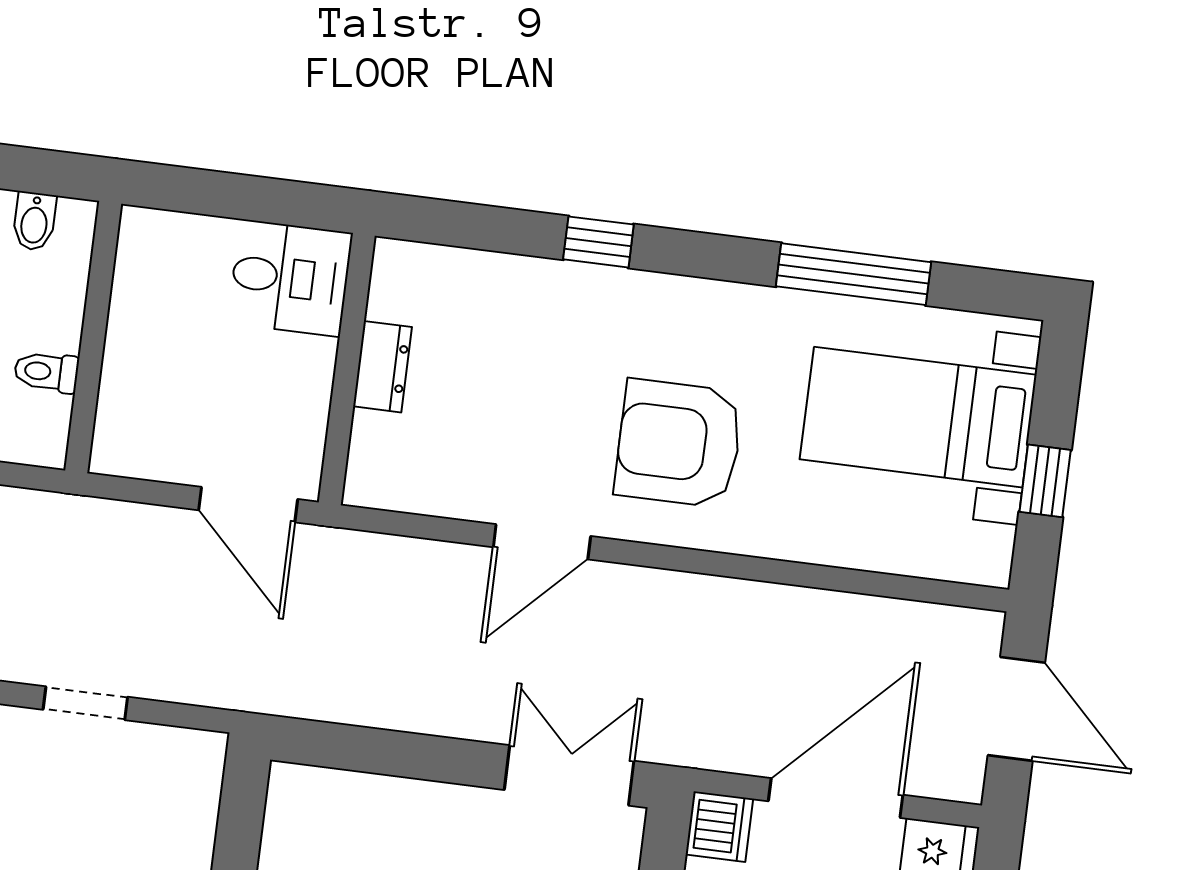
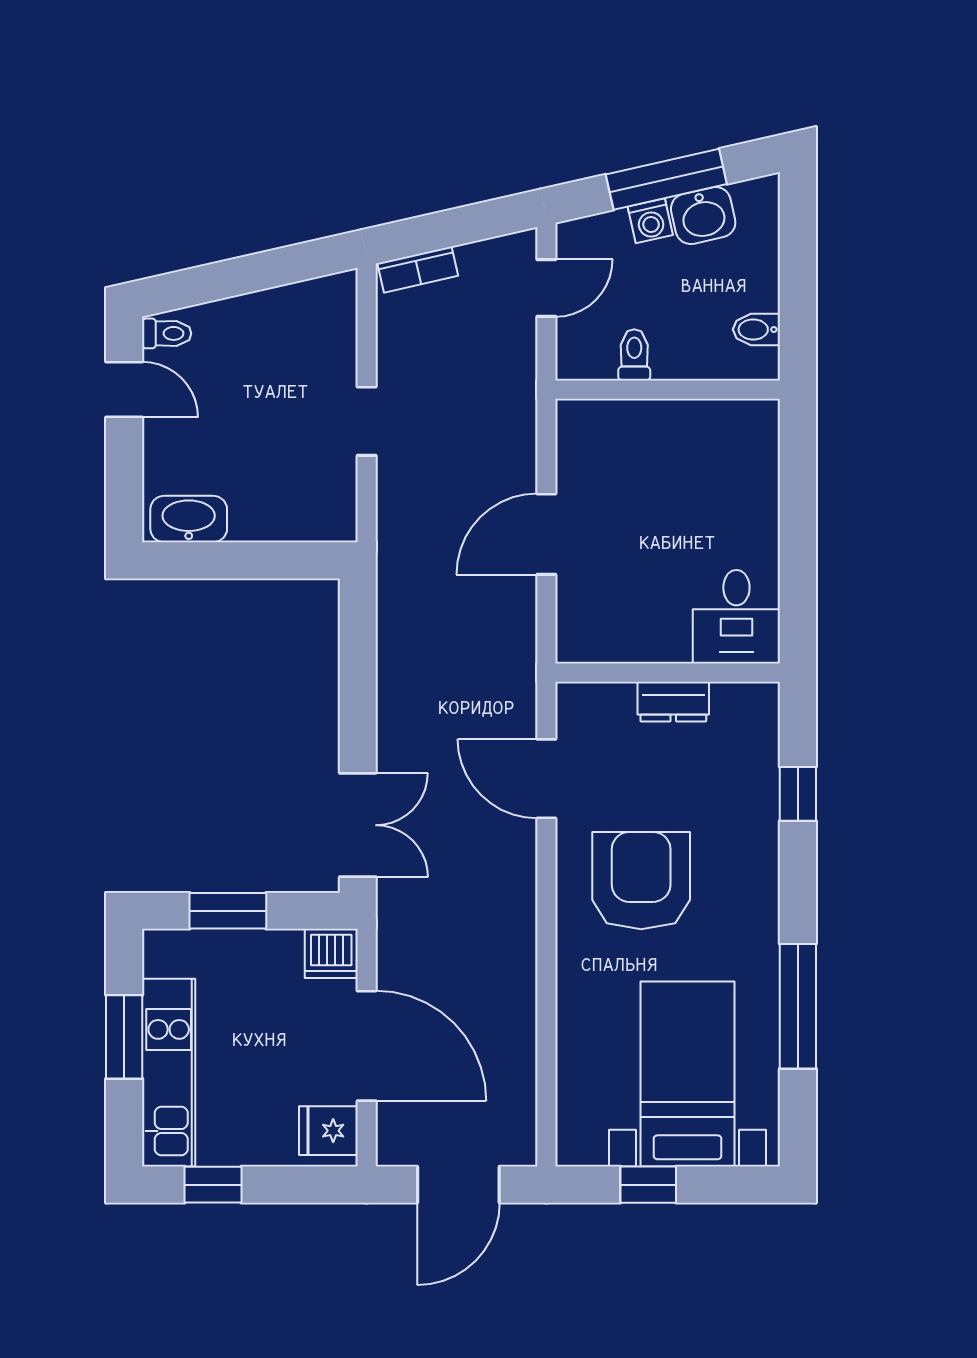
desk: (290, 278) -> (736, 617), moved
dresser: (382, 367) -> (673, 702), moved
wall: (347, 369) -> (668, 673), moved

